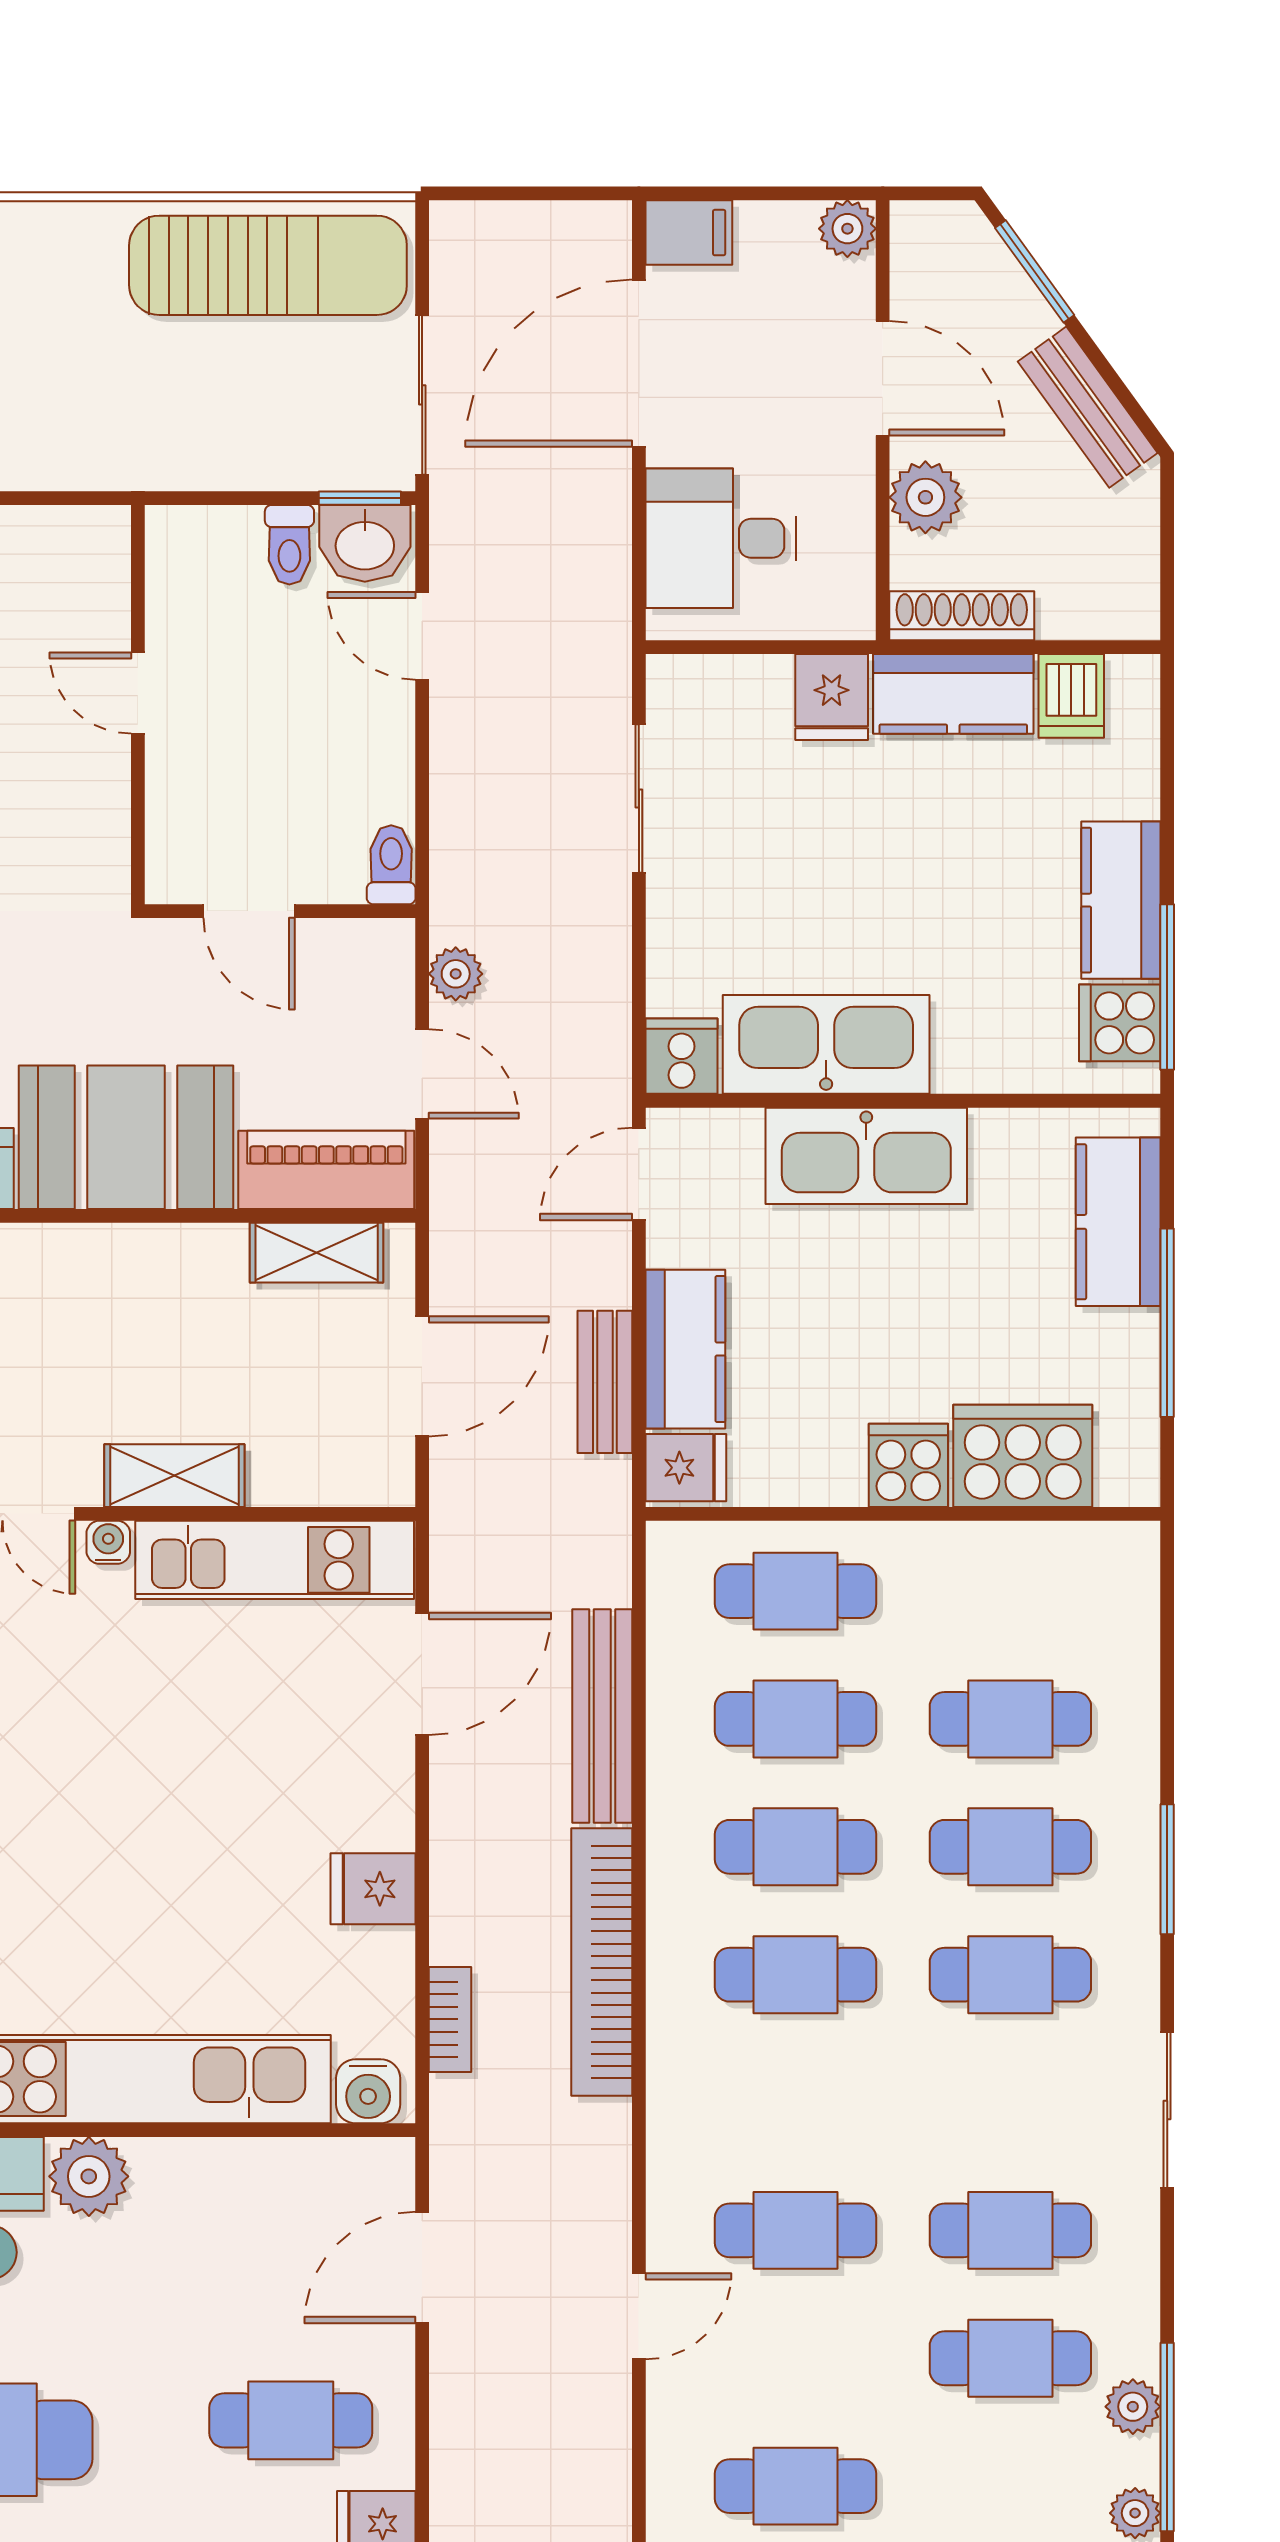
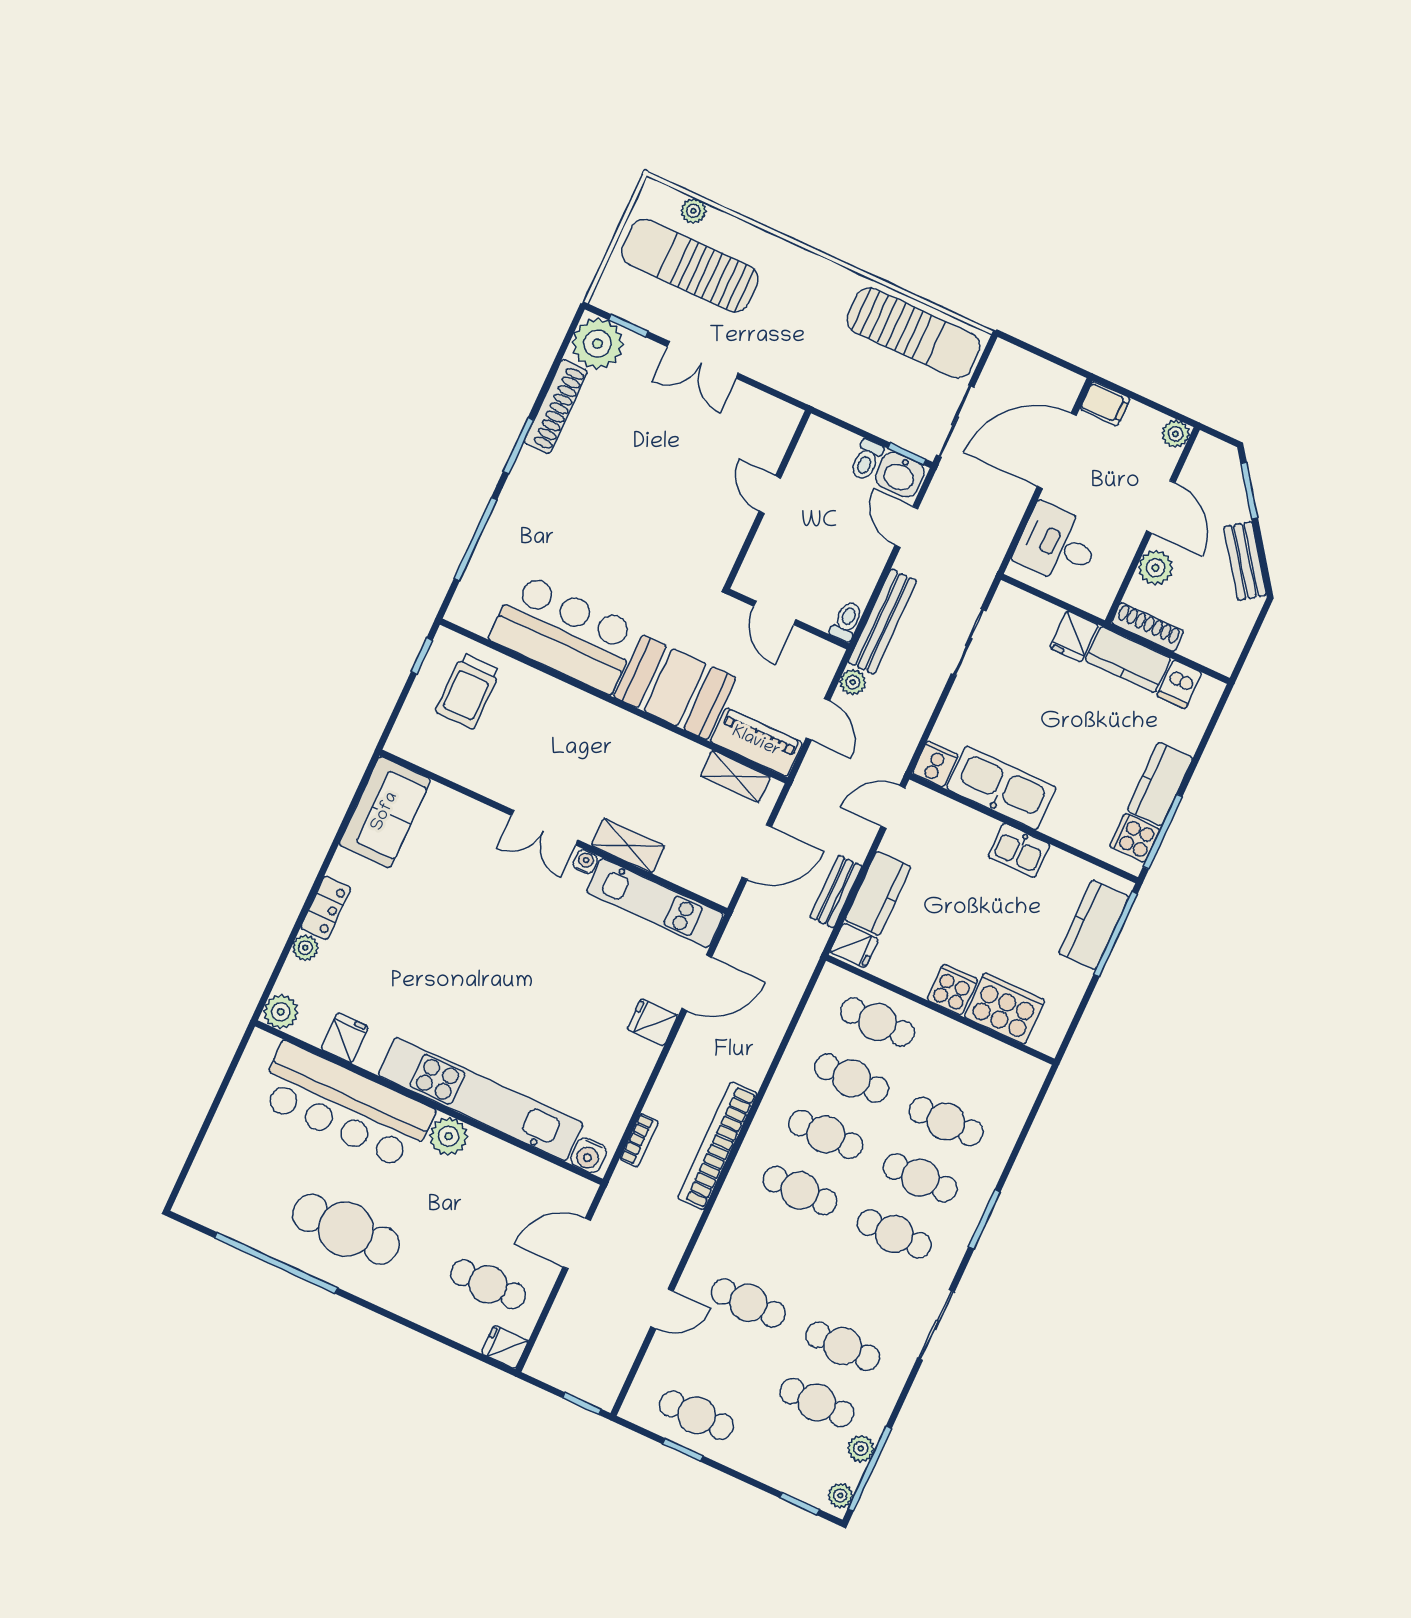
kitchen sink: (866, 1156) -> (1019, 850), width x0.53, depth x0.81
window: (1167, 1323) -> (1116, 934), moved
bench: (602, 1716) -> (882, 622), moved
fridge: (373, 1889) -> (652, 1022), moved

